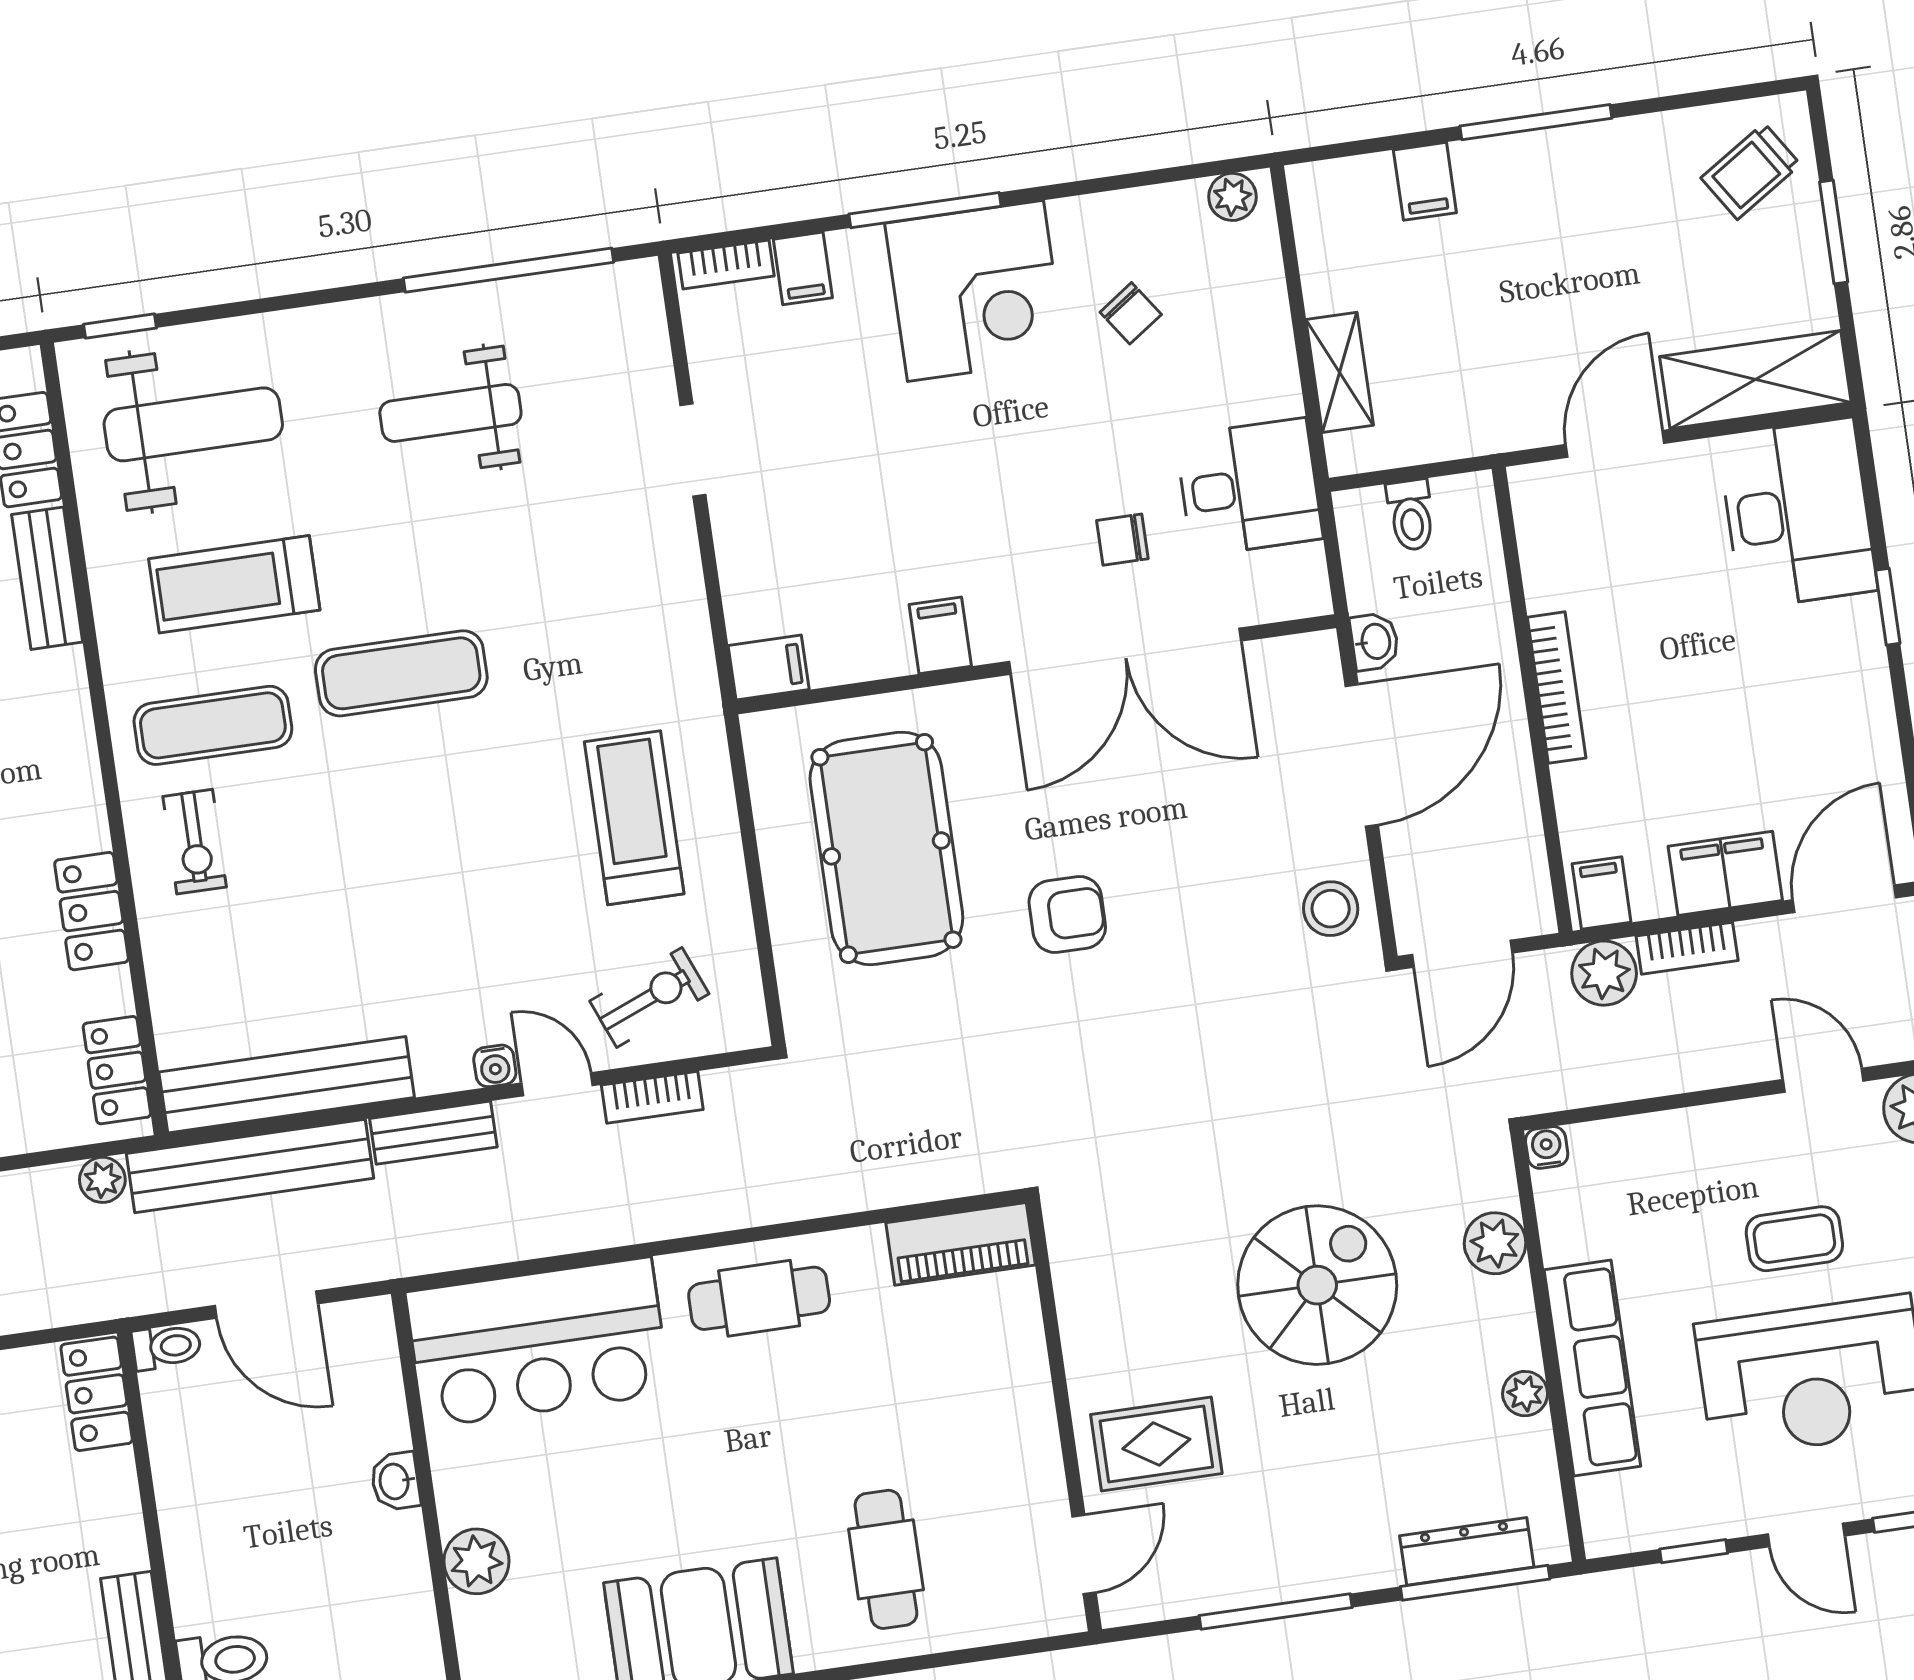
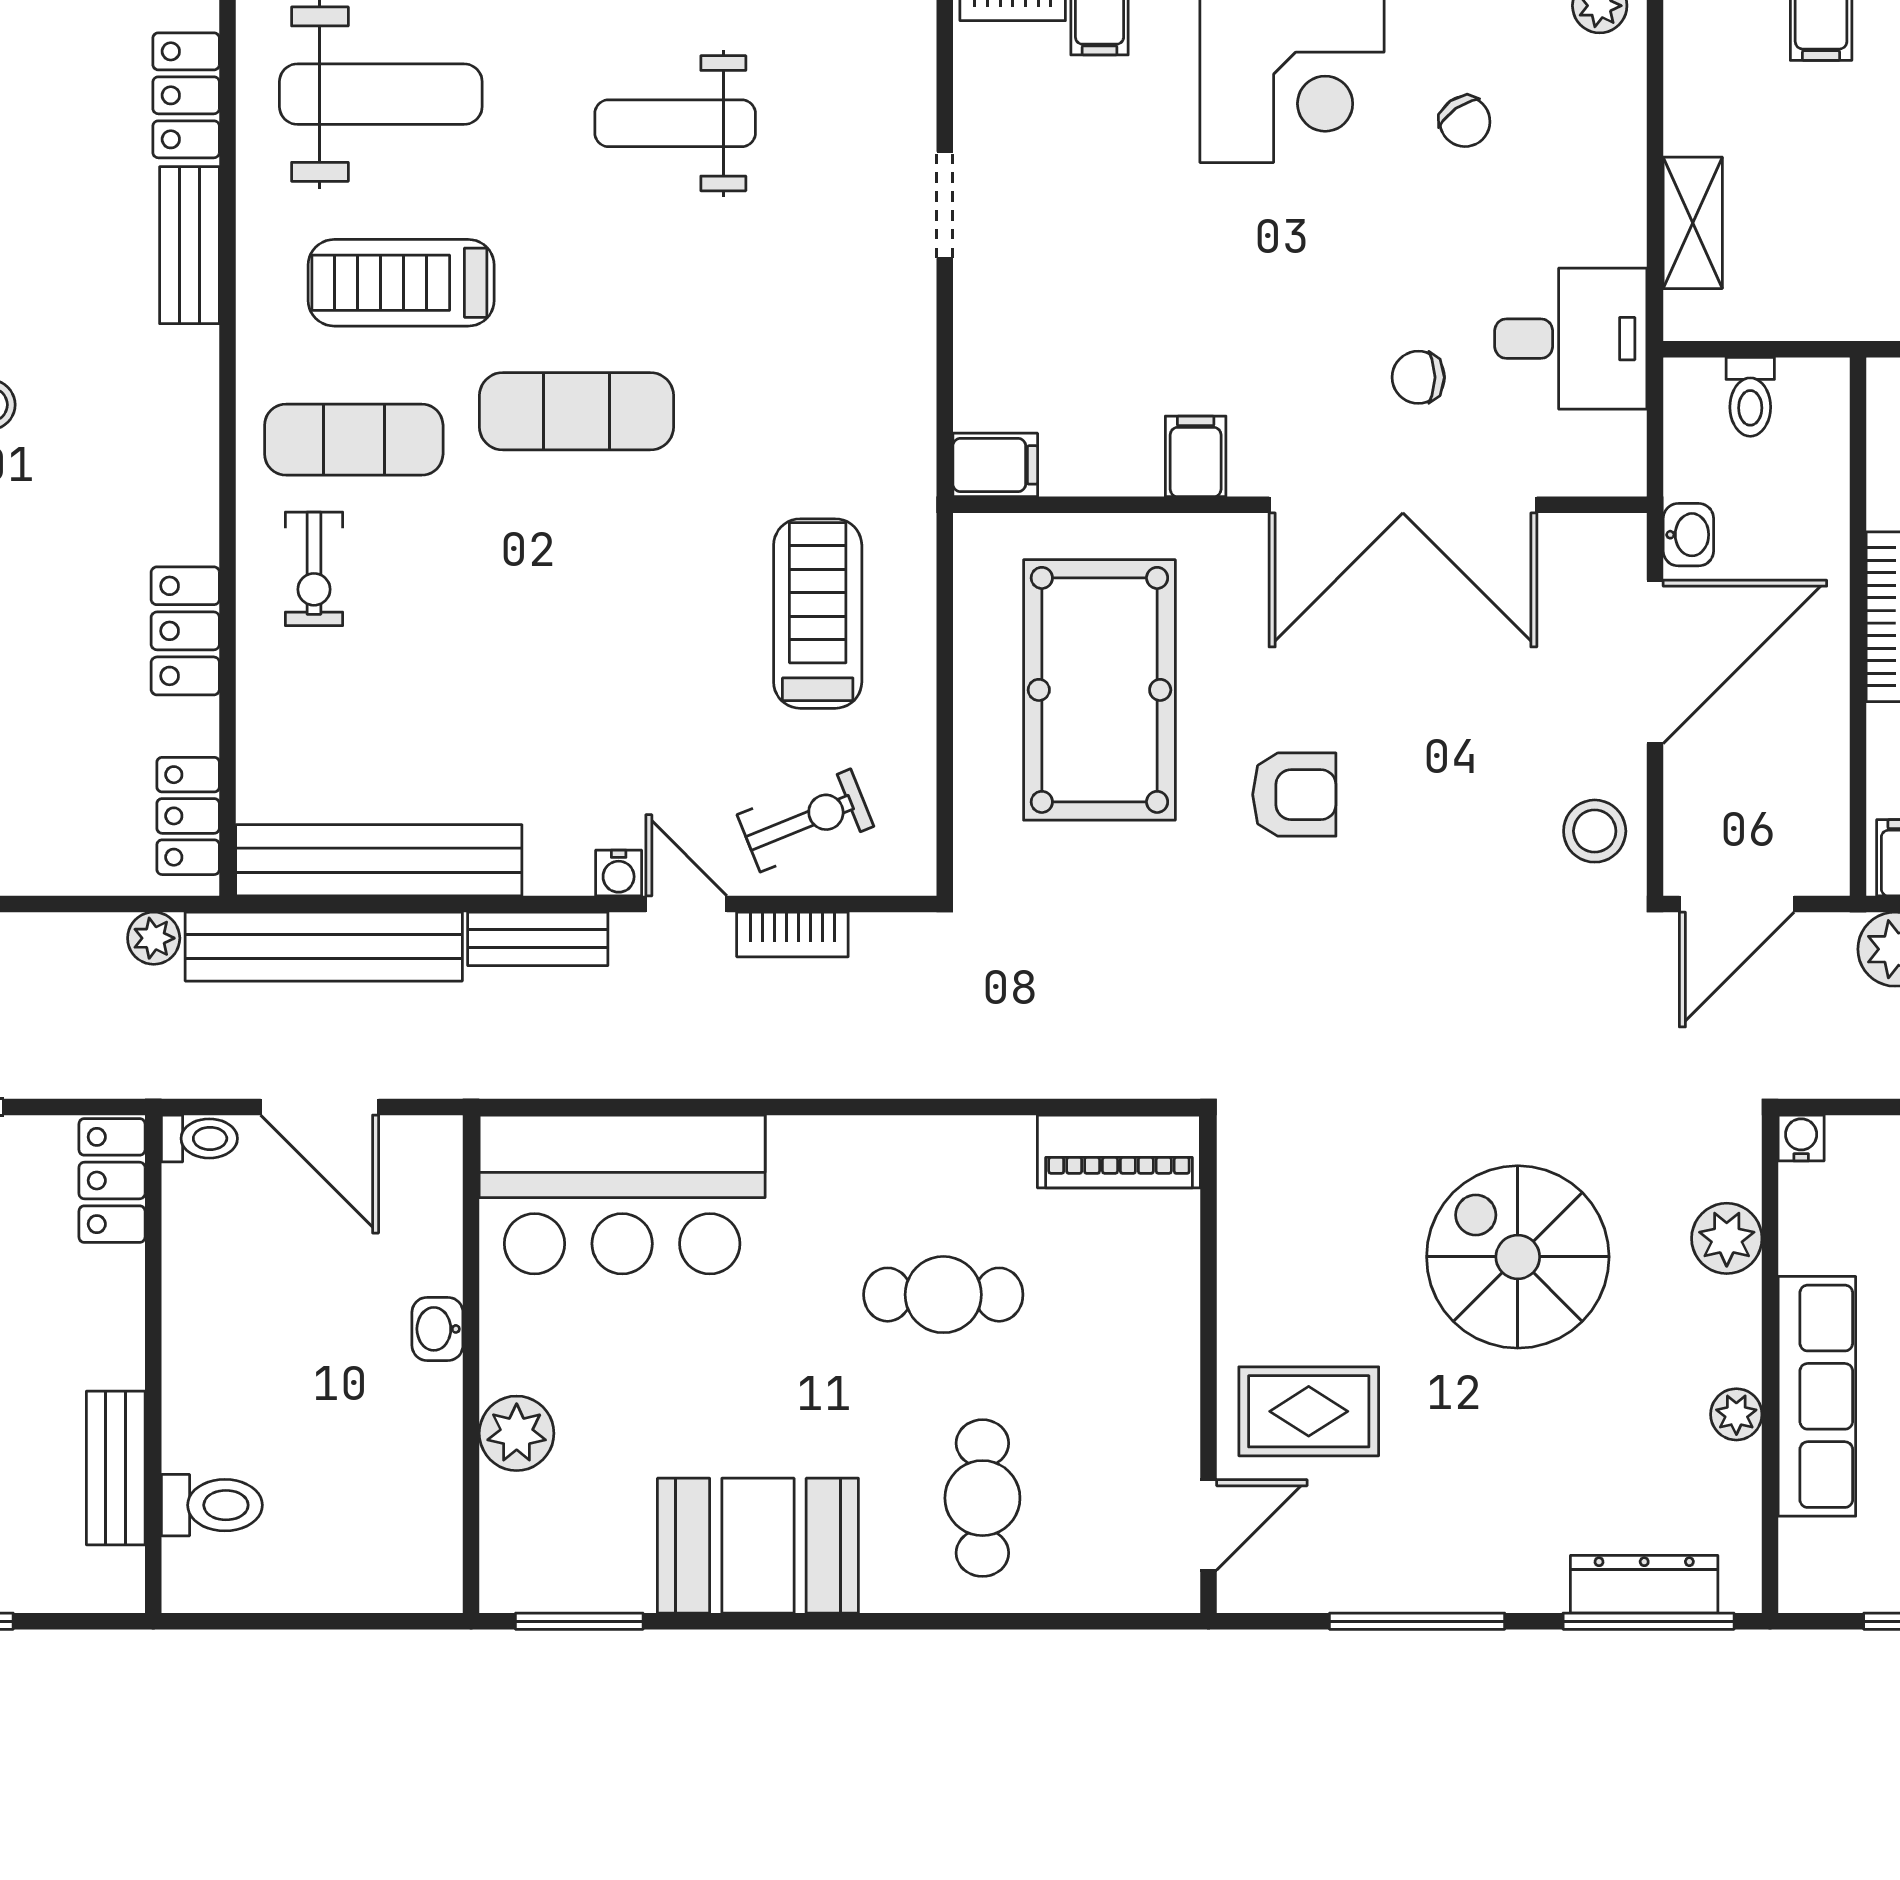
spiral stairs: (1317, 1285) -> (1518, 1257), turned -90
cafe table: (759, 1298) -> (943, 1295), moved

